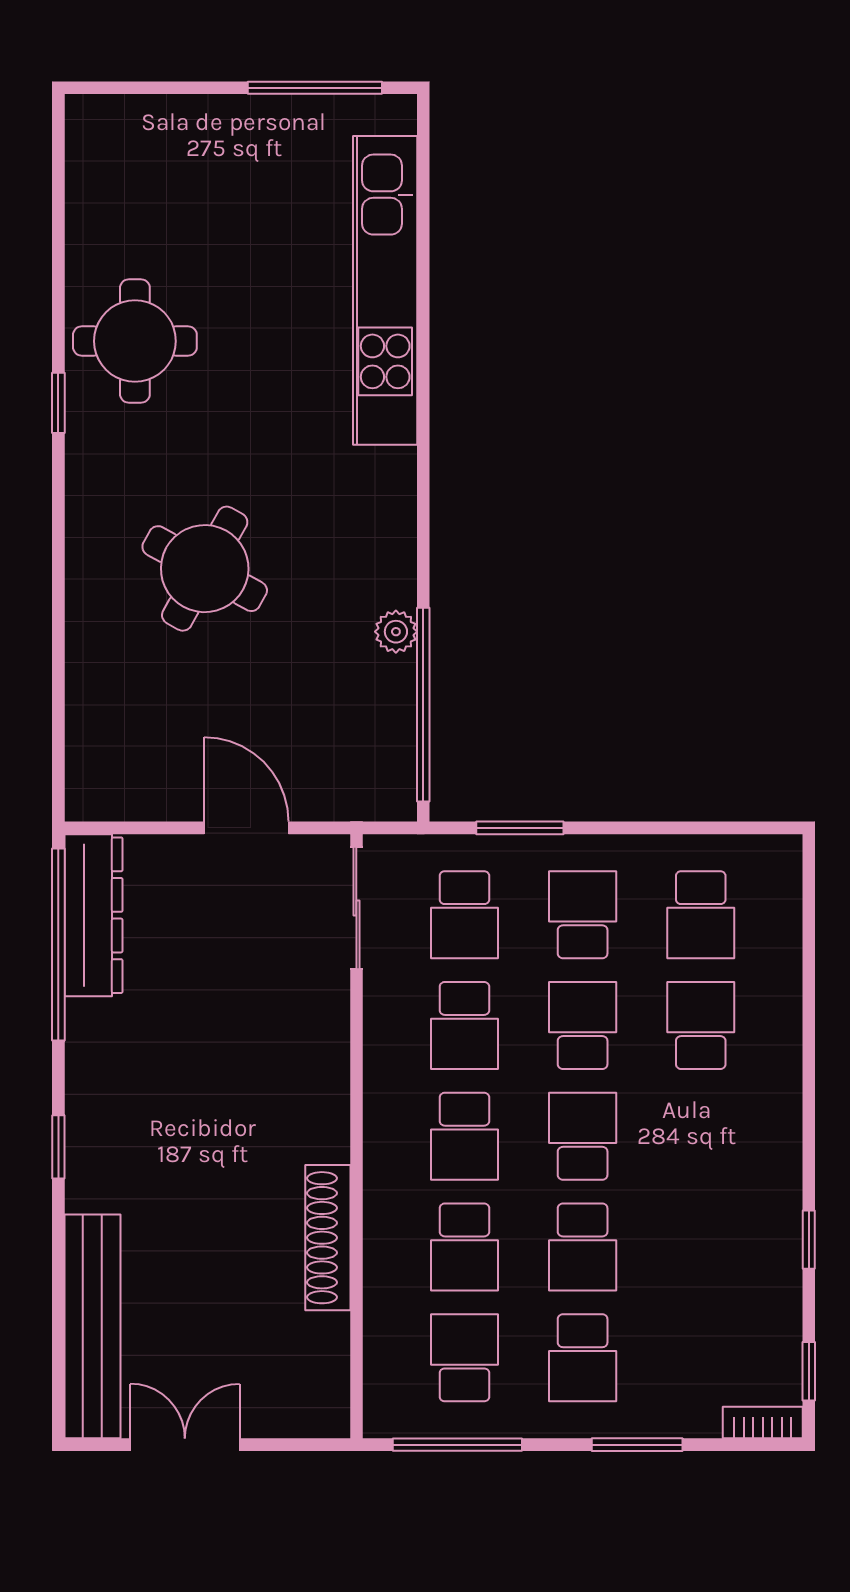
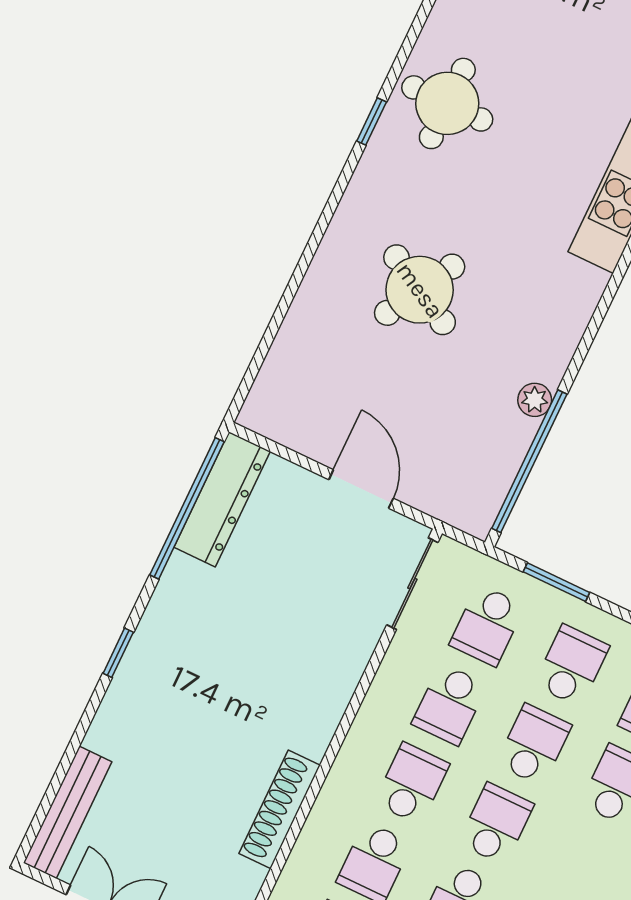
school desk: (464, 1136) -> (412, 783), turned 180
bench: (92, 1326) -> (68, 812), width x0.73, depth x0.82

